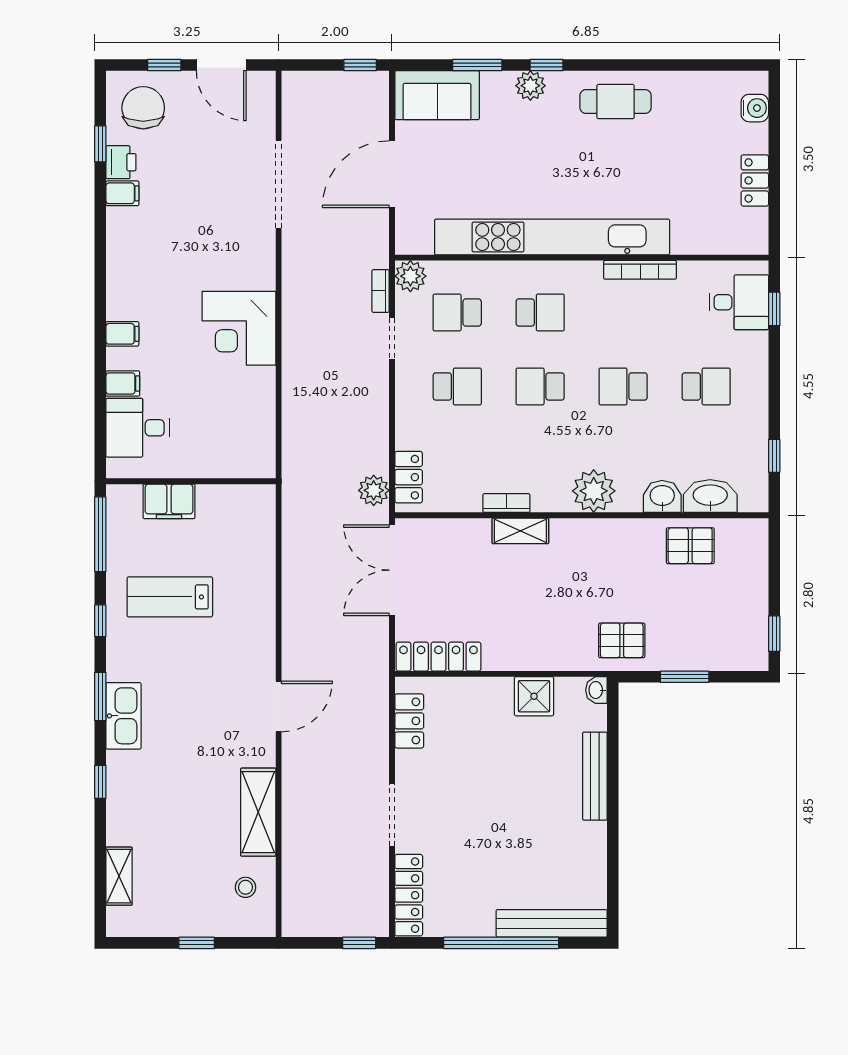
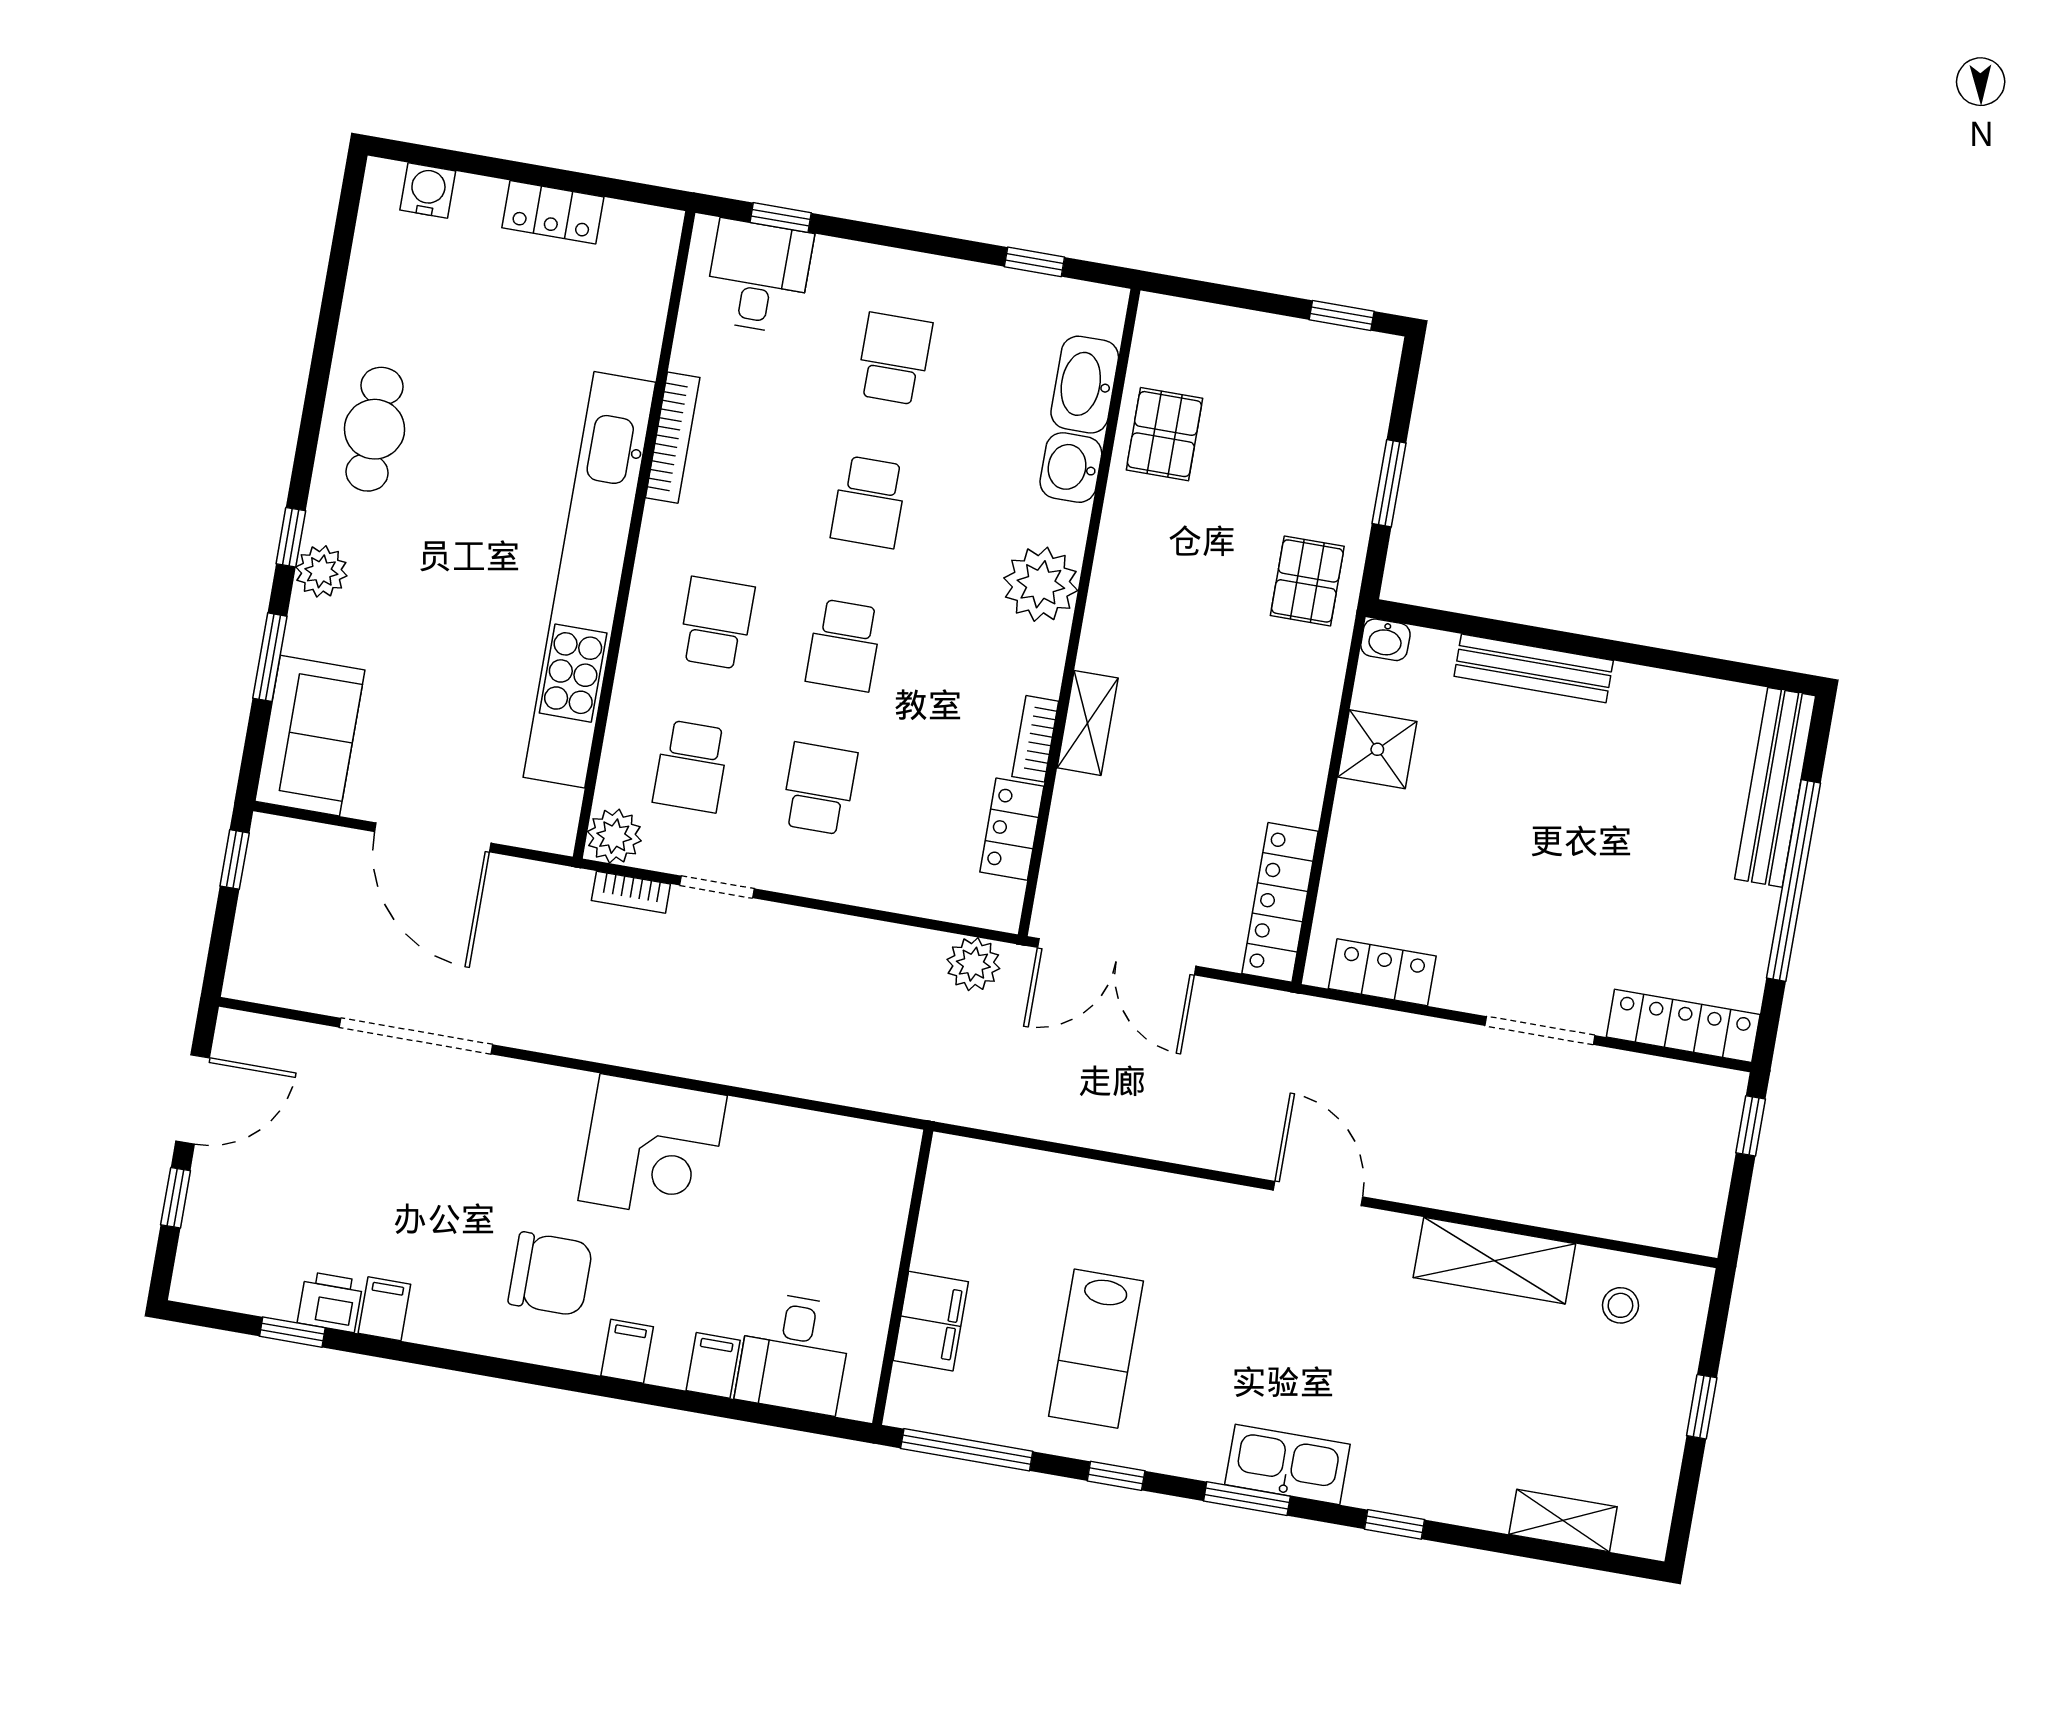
chair: (143, 108) -> (550, 1274), moved, turned 180
locker: (409, 477) -> (1012, 829), moved, turned -90

